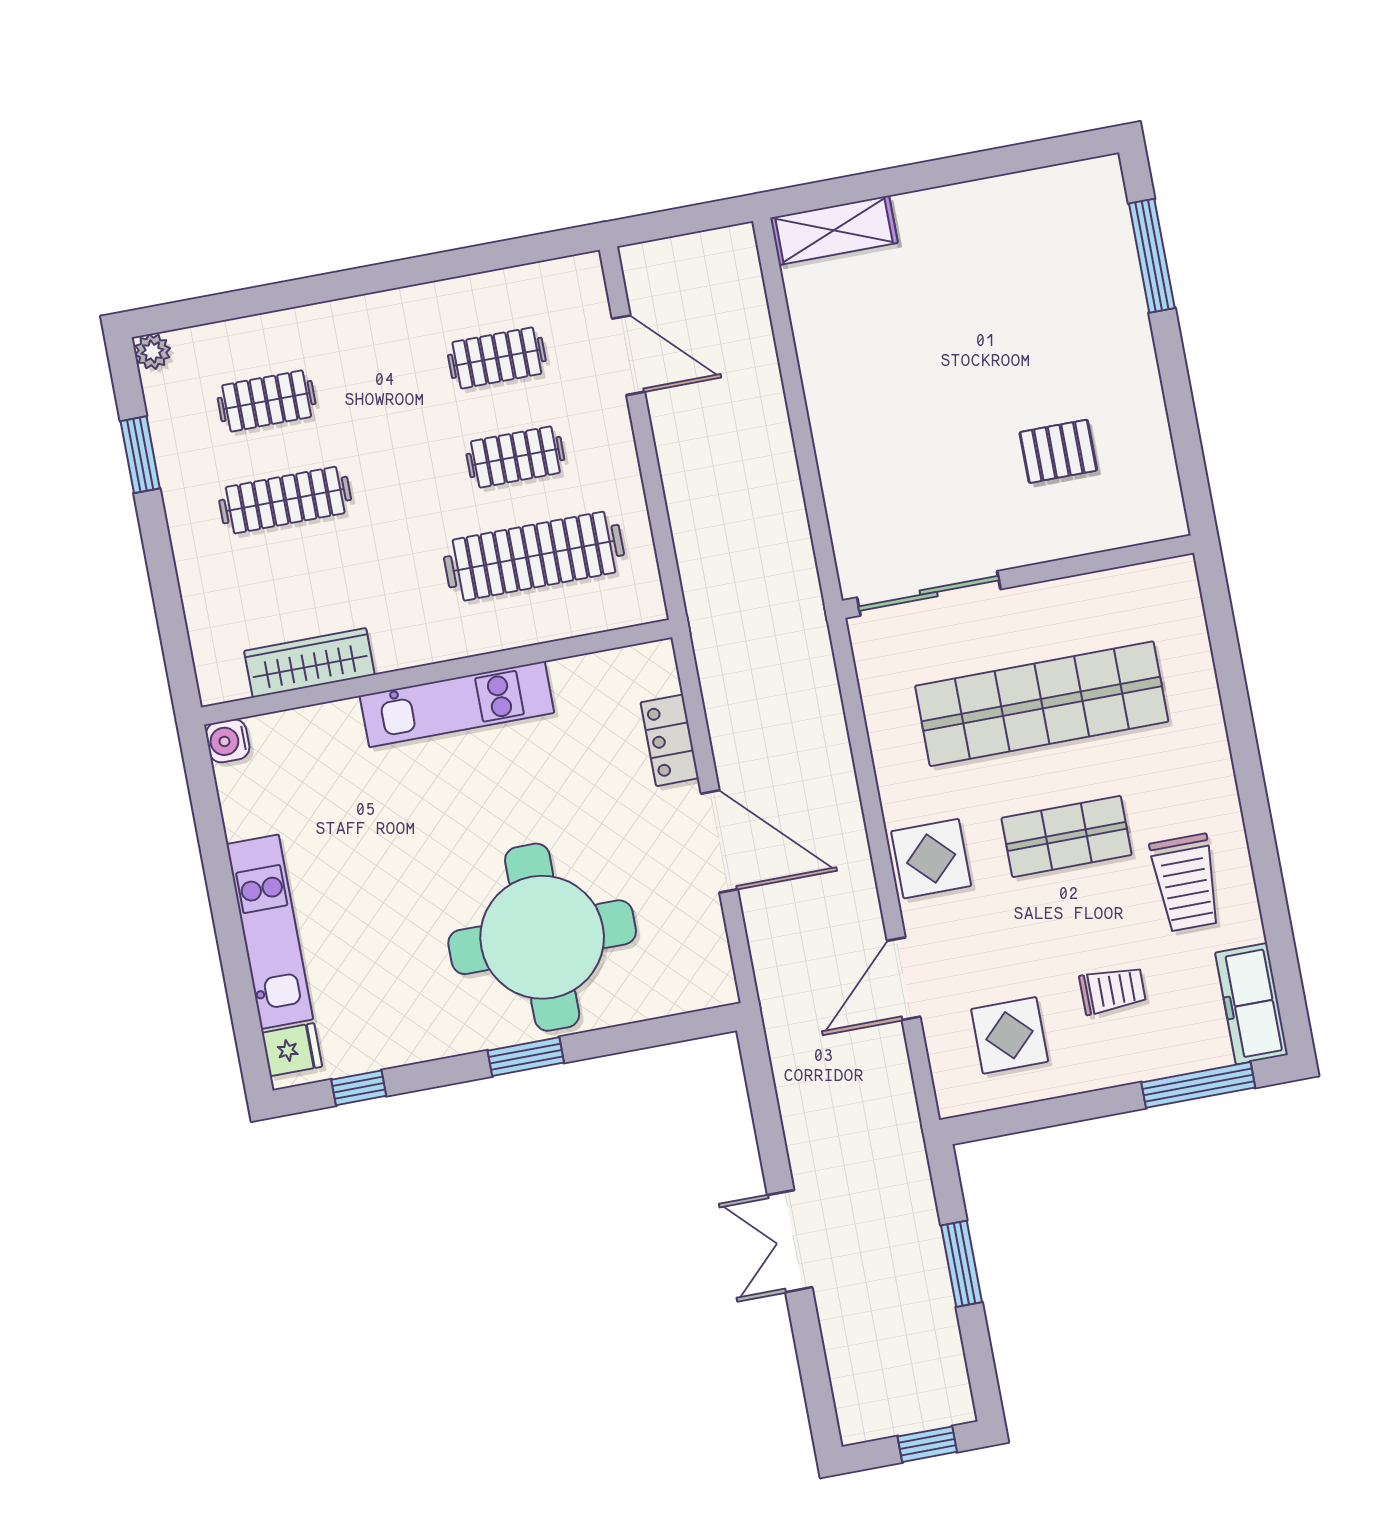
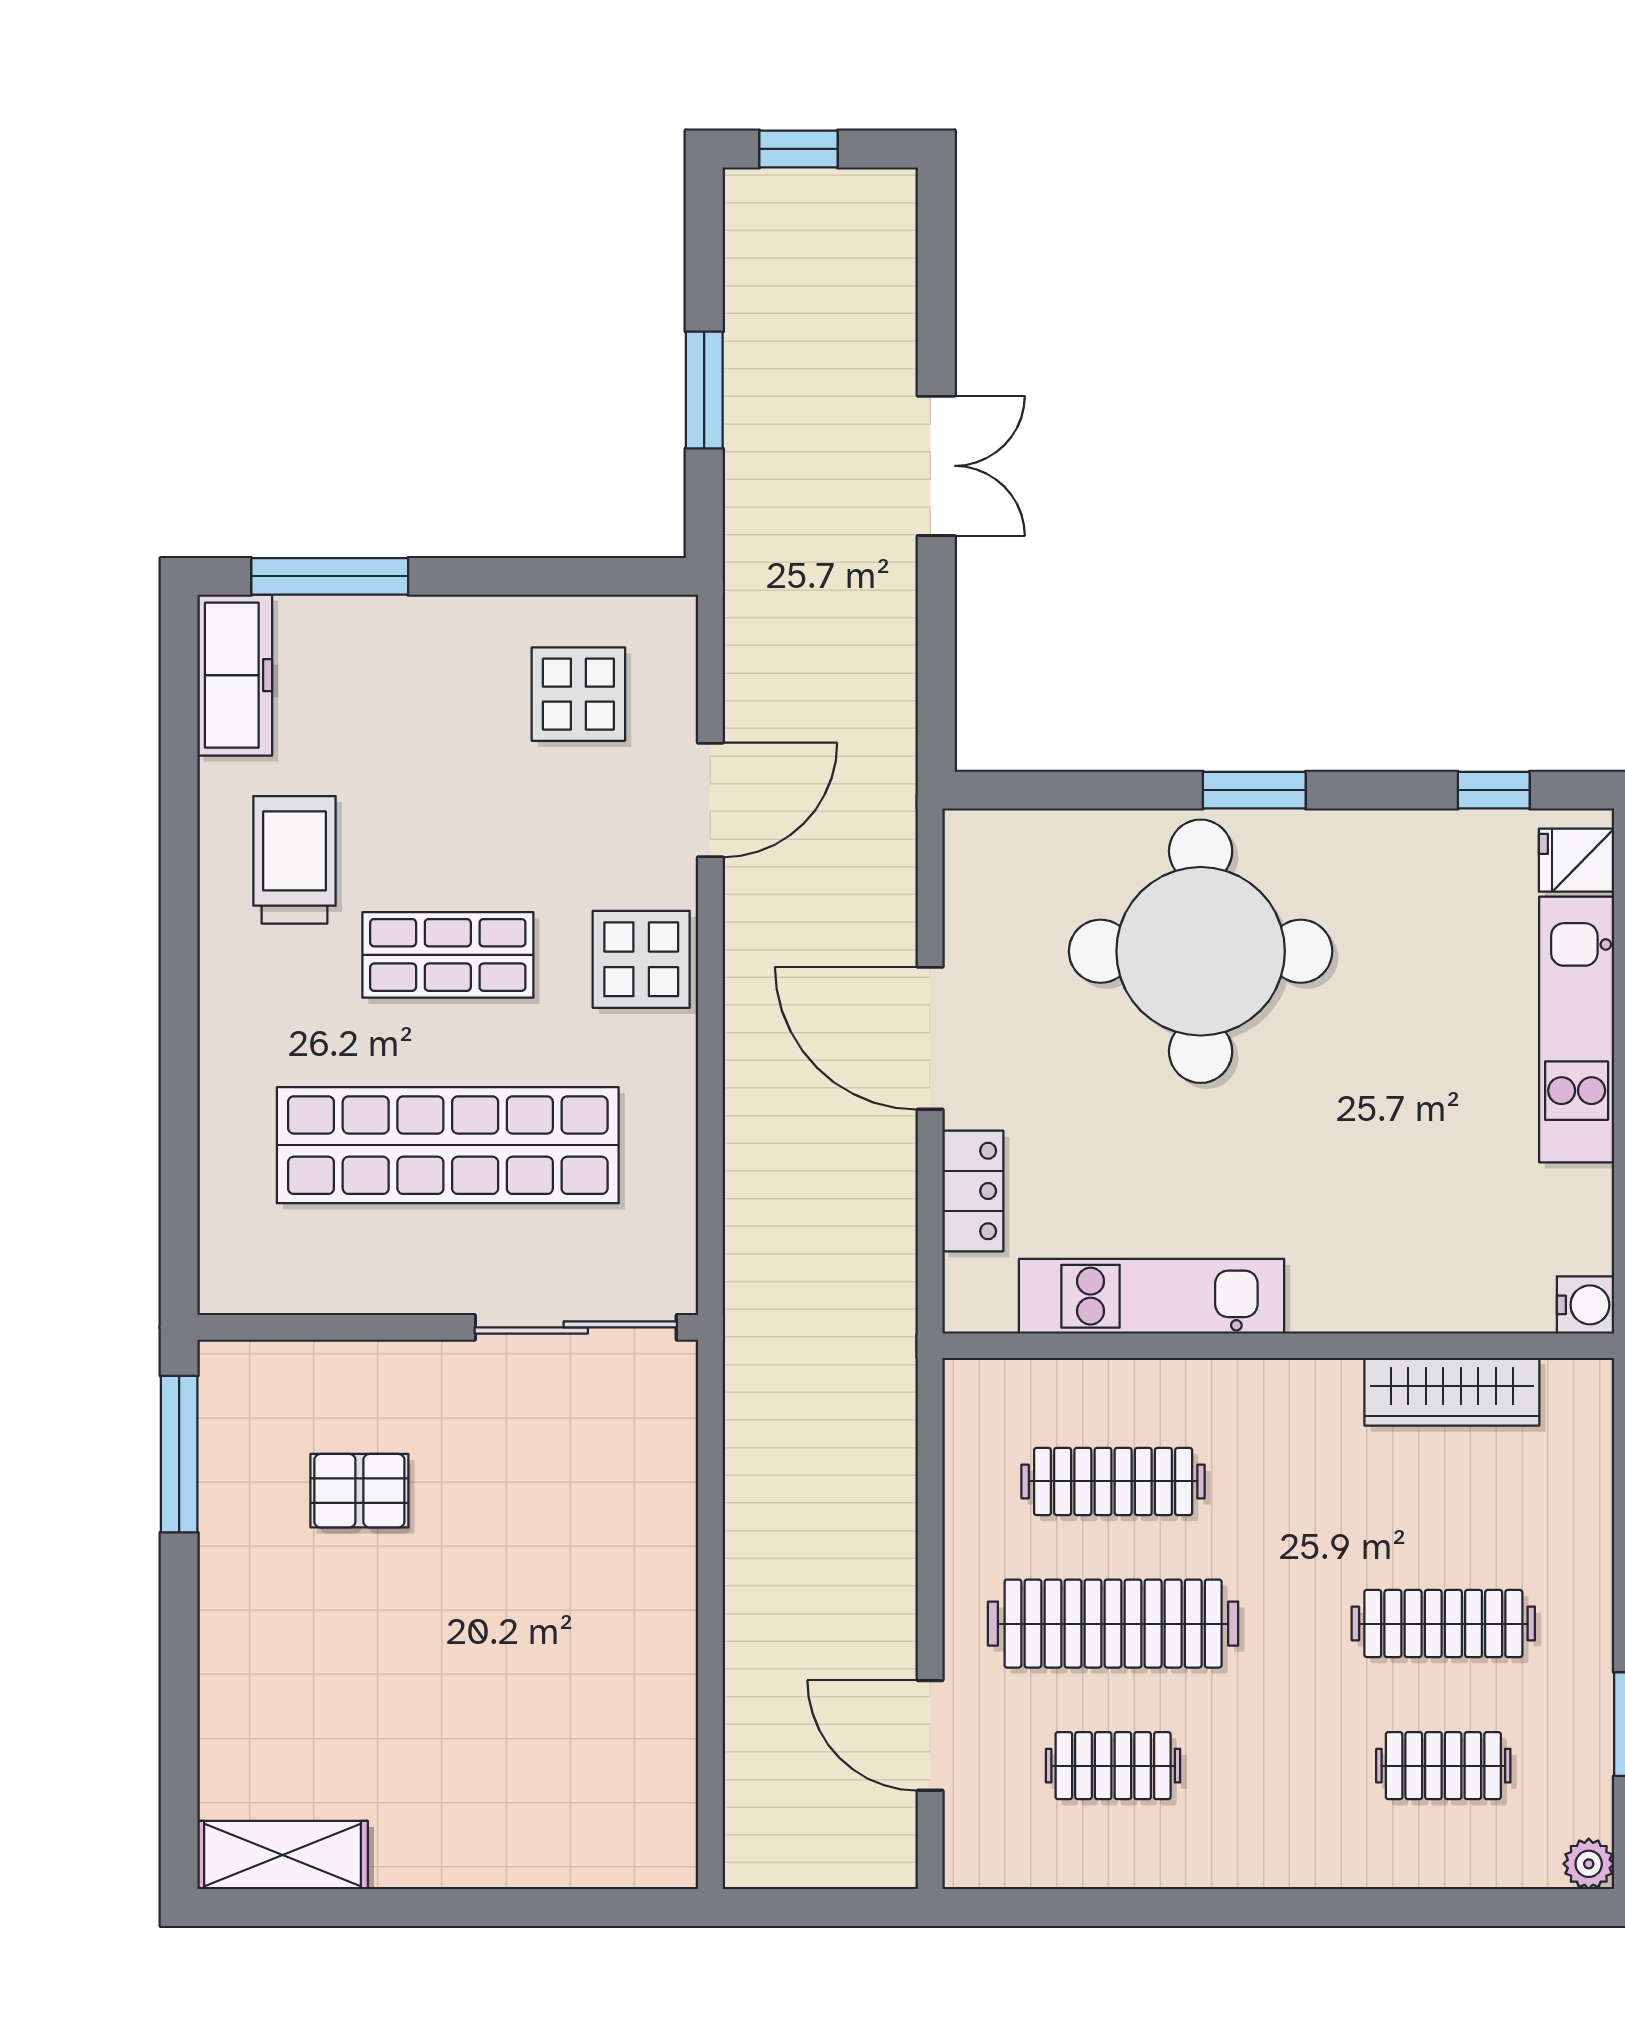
shelving: (834, 230) -> (283, 1855), moved
window: (1152, 256) -> (179, 1454), moved
clothes rail: (515, 457) -> (1113, 1624), width x1.86, depth x1.31
clothes rail: (534, 556) -> (1113, 1481), width x0.73, depth x0.76
kitchen unit: (457, 704) -> (1152, 1296), moved
trolley: (1113, 990) -> (424, 730), removed

